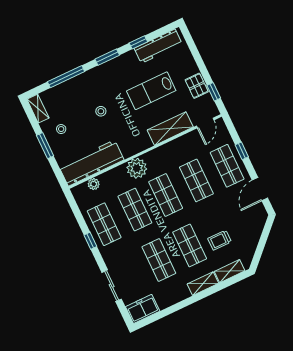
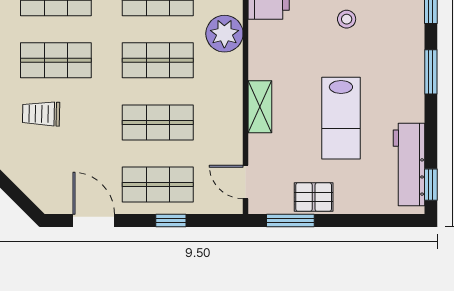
window: (138, 42) -> (431, 185), moved
lab bench: (151, 91) -> (341, 118), turned 180
window: (214, 92) -> (290, 220), width x1.50
shelving: (170, 129) -> (260, 107), width x0.67, depth x0.75
trolley: (220, 240) -> (41, 114), turned -89

